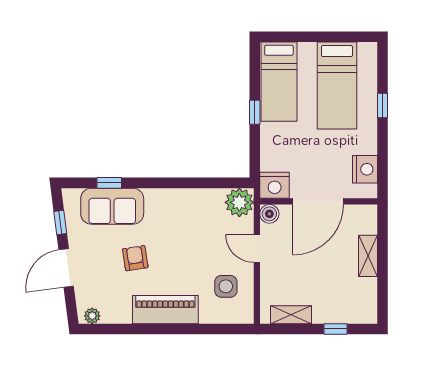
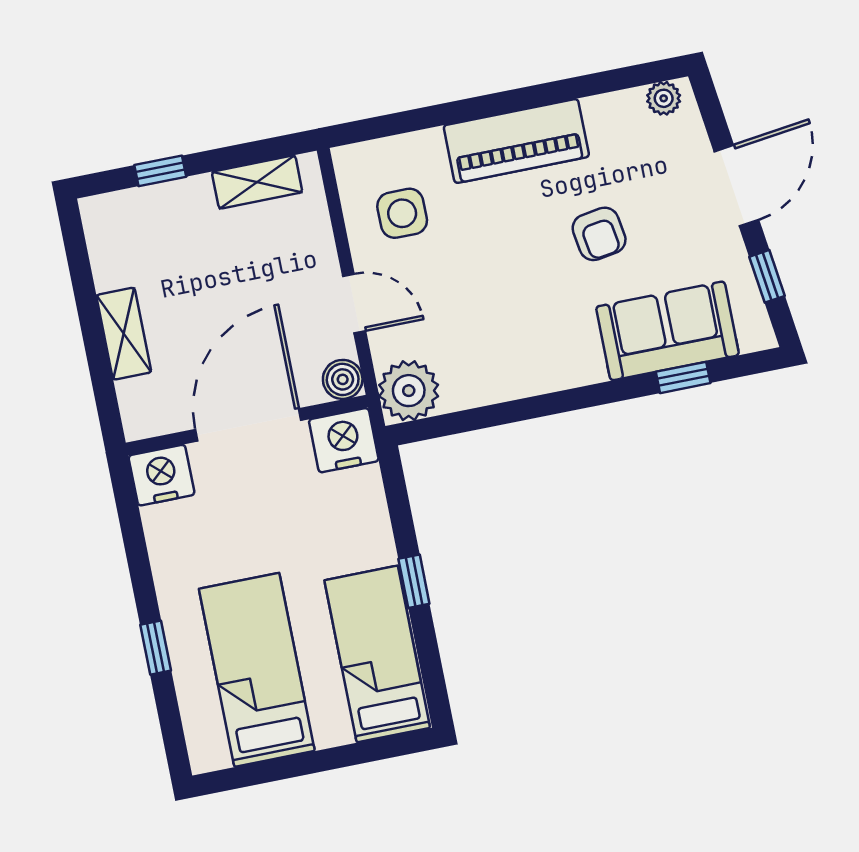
nightstand: (365, 169) -> (161, 475), moved, turned 90

